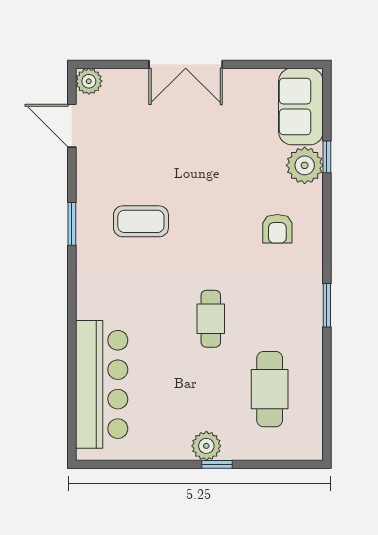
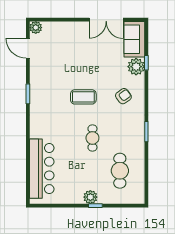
double door: (186, 64) -> (106, 20), moved
coffee table: (141, 221) -> (83, 97), moved
armchair: (277, 229) -> (123, 96), turned -126

